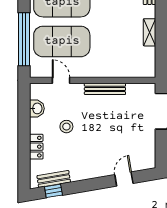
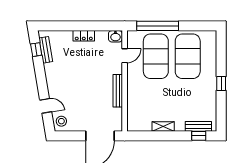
washbasin: (37, 108) -> (115, 36), moved
stool: (66, 127) -> (61, 121), moved
locker: (36, 147) -> (84, 36), moved

